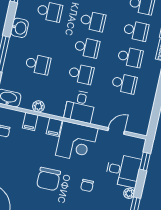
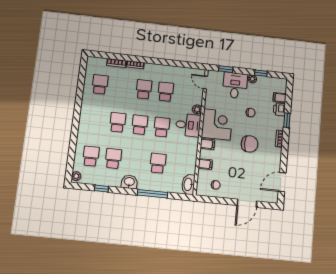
school desk: (136, 31) -> (122, 87), removed
plant: (38, 106) -> (197, 109), moved
door: (116, 131) -> (205, 82), moved

